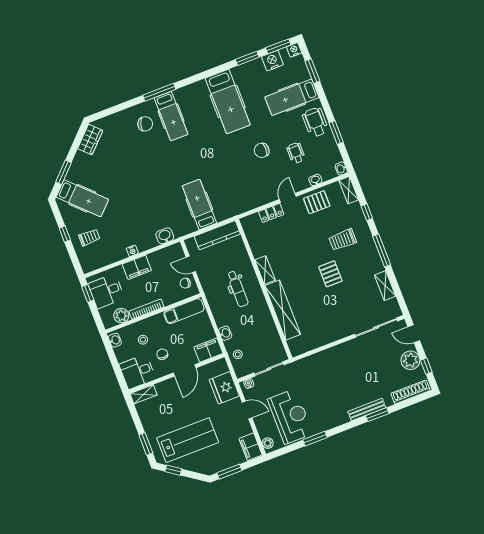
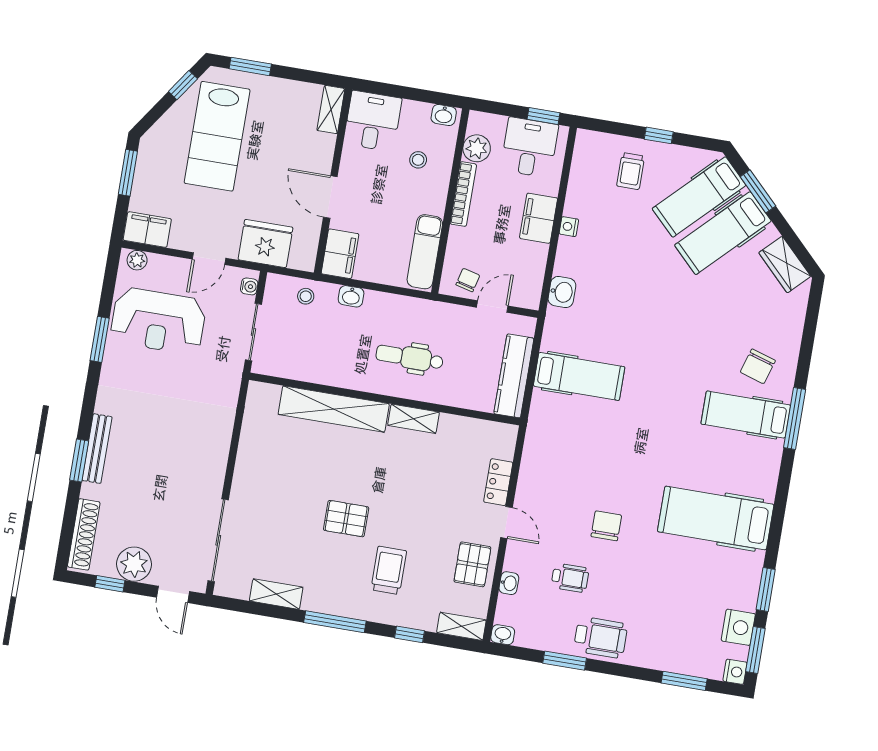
hospital bed: (292, 97) -> (723, 233), moved, turned -135
door: (414, 334) -> (173, 594), swing flipped
chair: (162, 354) -> (377, 177), removed

